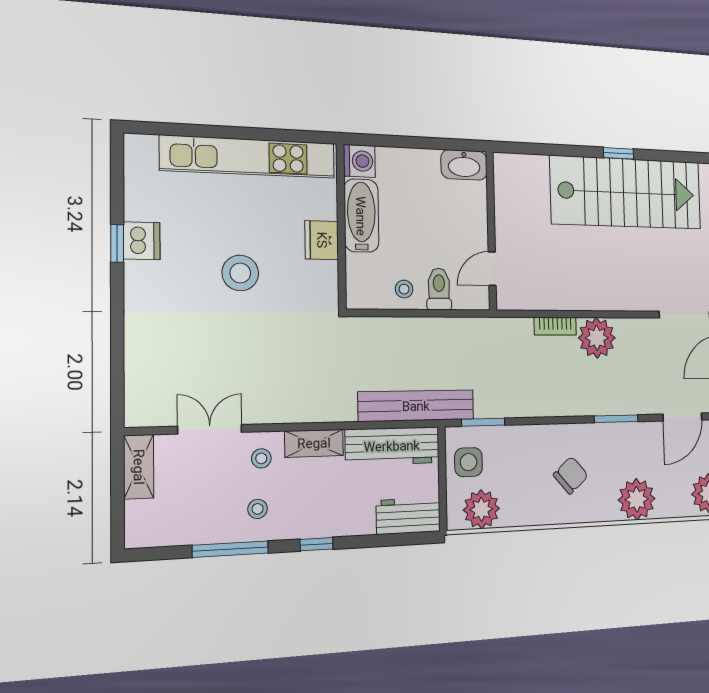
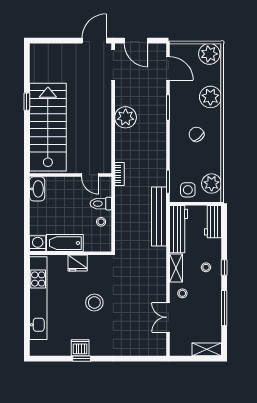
stairs: (626, 193) -> (48, 127), moved
bookcase: (555, 326) -> (119, 174), moved
shelving: (139, 467) -> (207, 349), moved
stool: (258, 509) -> (206, 267), moved

